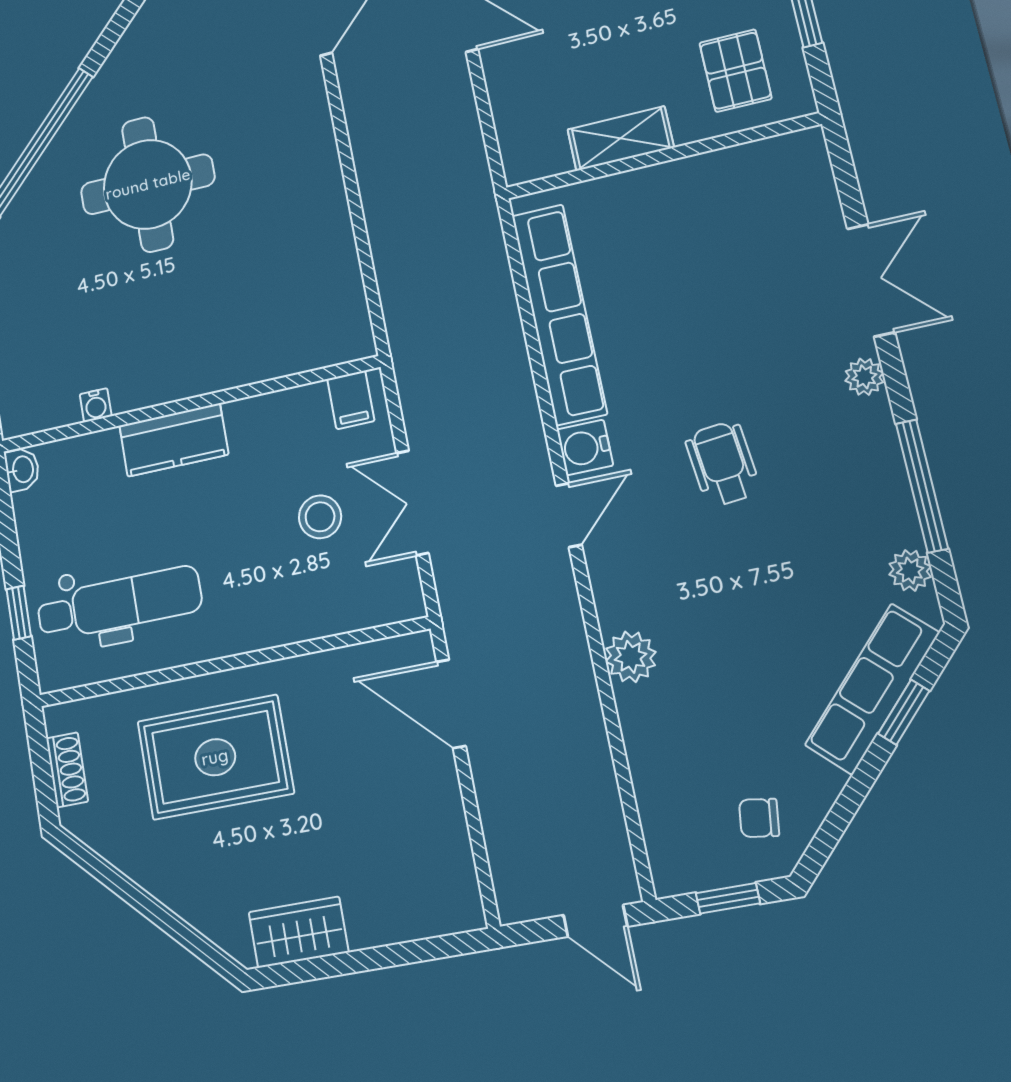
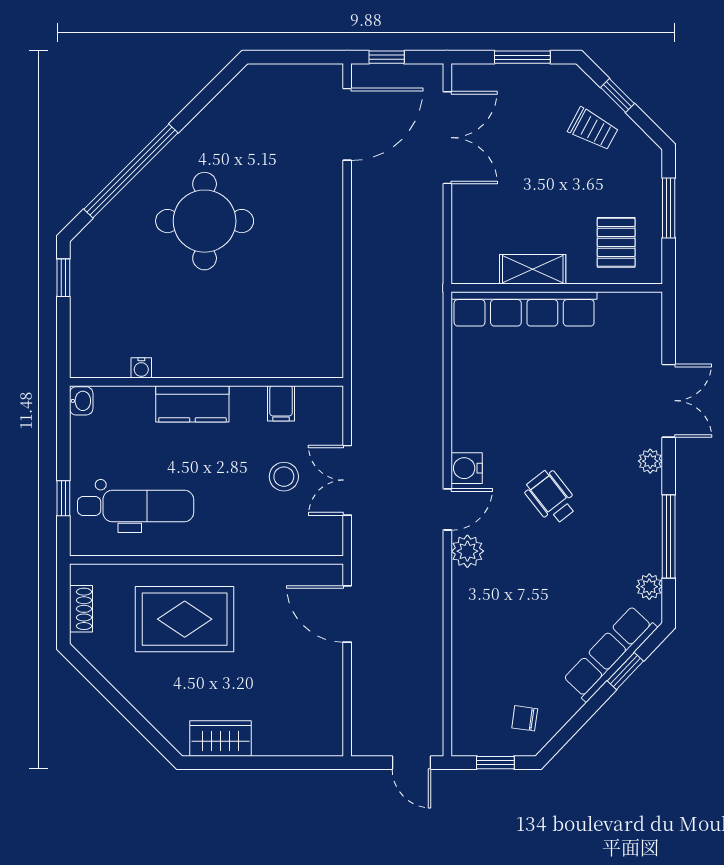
row of seats: (559, 314) -> (524, 309), moved, turned 90
filing cabinet: (351, 400) -> (281, 403), moved
wheelchair: (723, 464) -> (551, 497), turned -32
plant: (631, 657) -> (467, 551), moved

